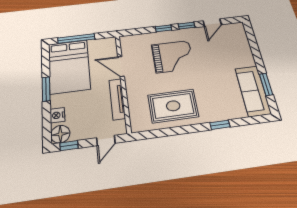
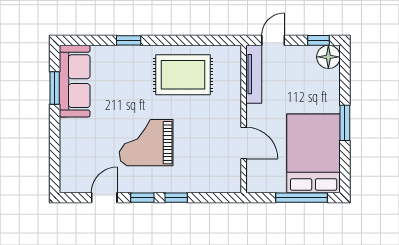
grand piano: (173, 57) -> (146, 143), moved
tv unit: (117, 99) -> (254, 74), moved
nightstand: (57, 115) -> (331, 83), removed

